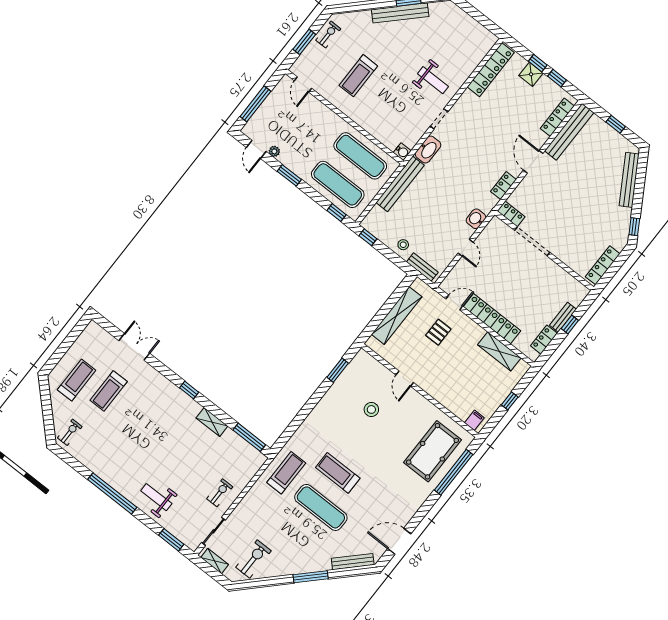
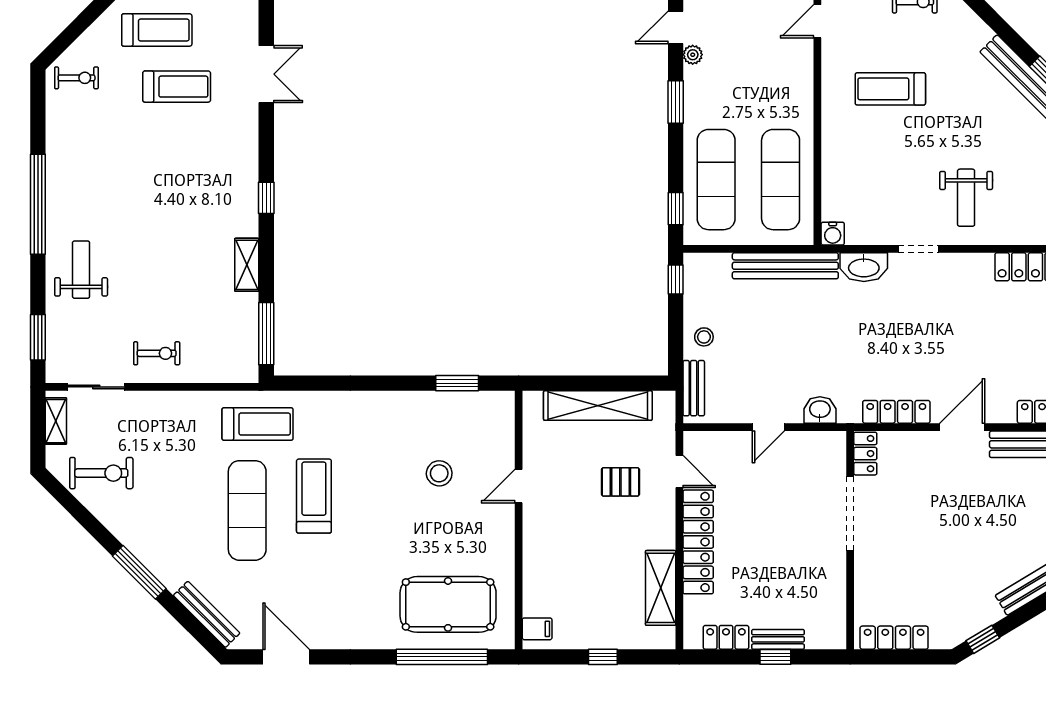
locker: (503, 186) -> (896, 412), width x1.53
treadmill: (109, 391) -> (177, 87), turned 180

